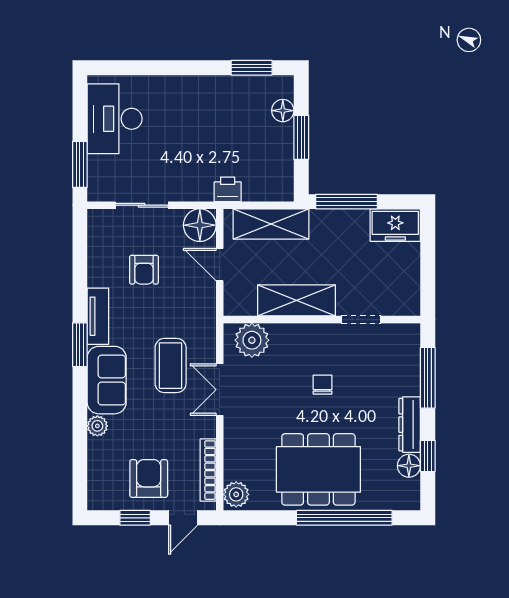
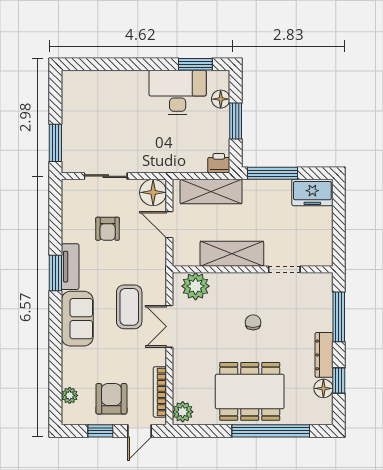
desk: (115, 119) -> (178, 93), moved, turned 90
printer: (228, 189) -> (219, 163), moved
window: (80, 345) -> (55, 273), moved
plant: (97, 426) -> (70, 395), moved

